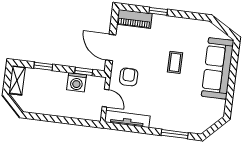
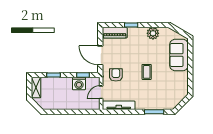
plant: (187, 26) -> (153, 33), added
coffee table: (175, 62) -> (147, 72), moved
sofa: (218, 68) -> (179, 55), width x0.73
door: (106, 98) -> (101, 92), swing flipped

